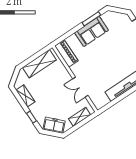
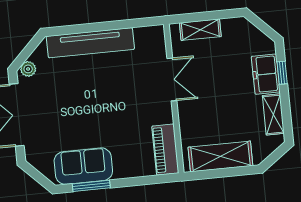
sofa: (92, 31) -> (83, 166), moved
freezer: (54, 125) -> (266, 74), moved, turned 45

